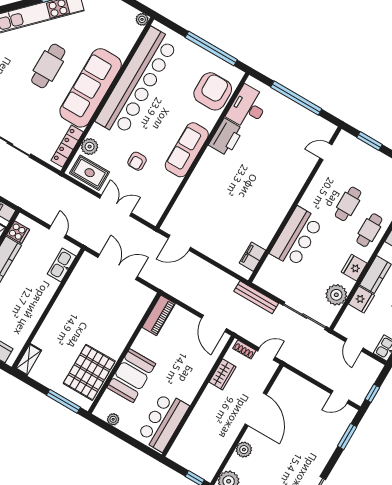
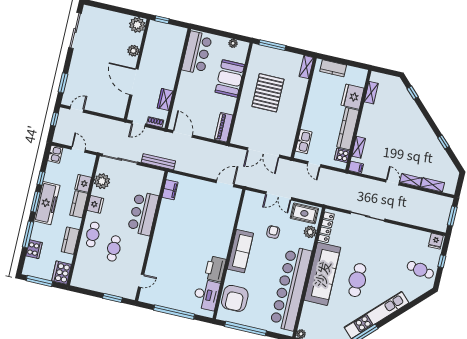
pallet: (89, 372) -> (268, 93), moved

